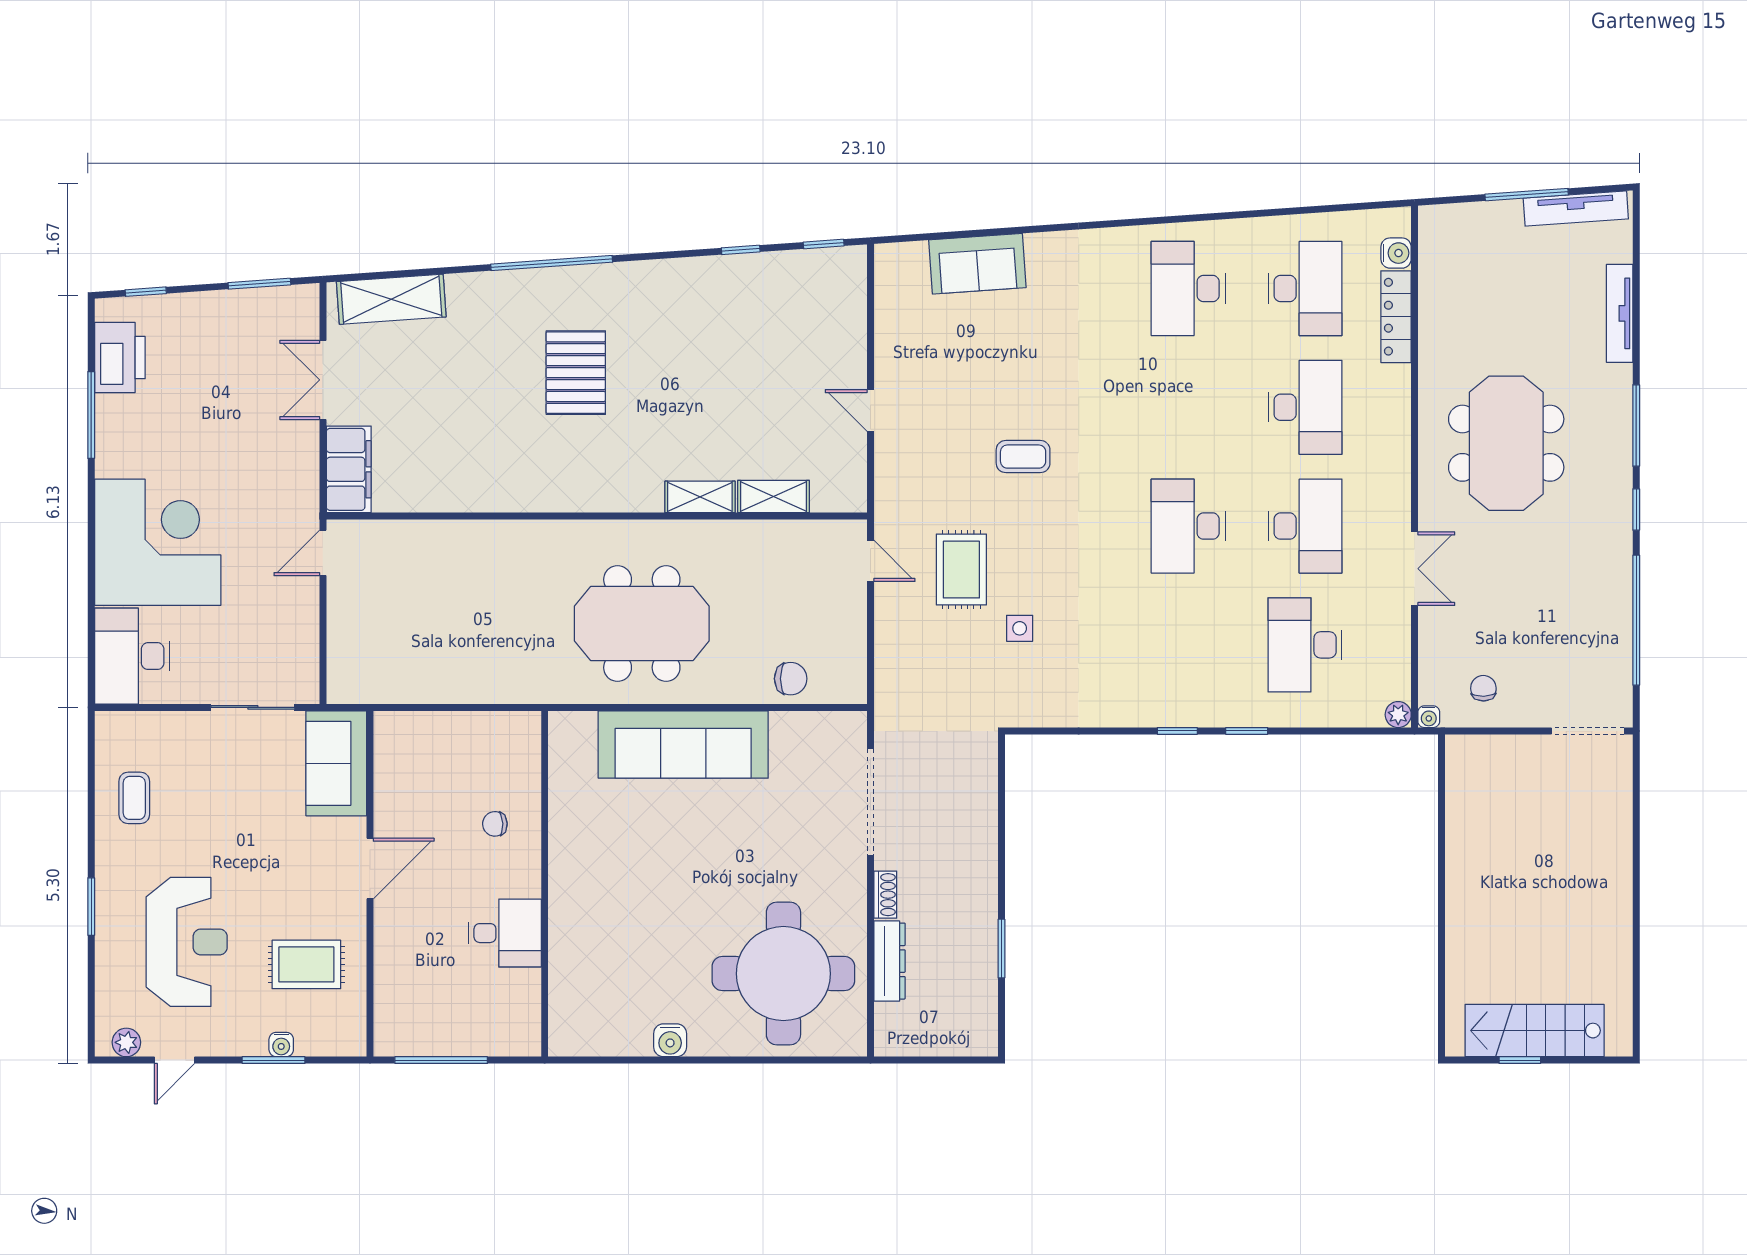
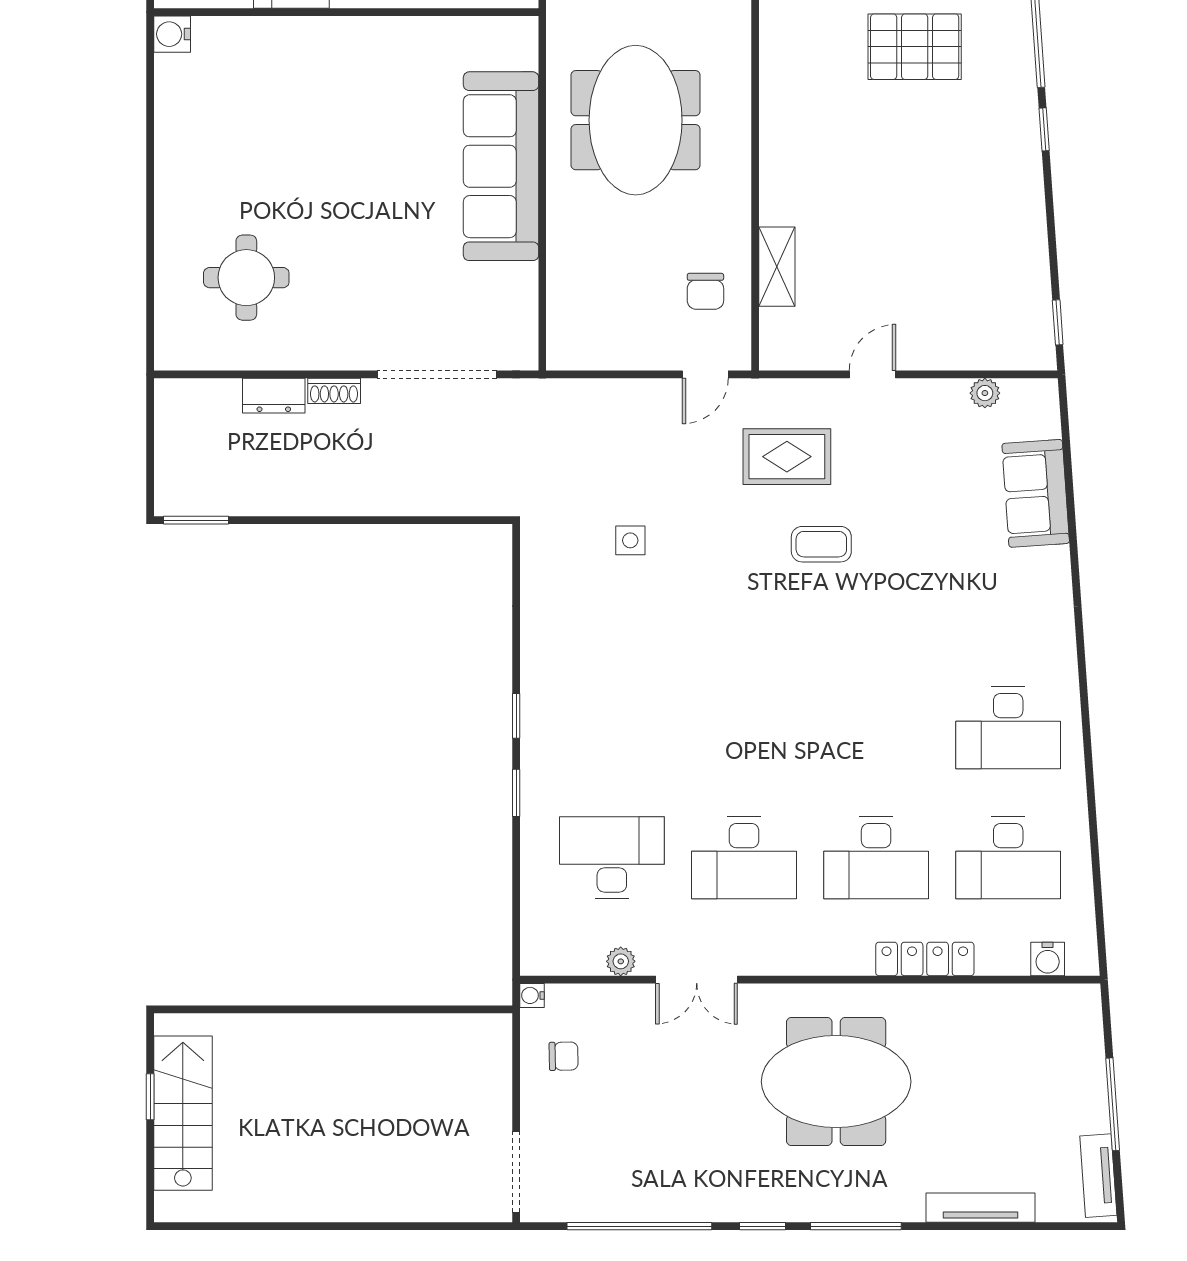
tv unit: (1576, 209) -> (1098, 1176), width x0.71
window: (741, 250) -> (1044, 129), moved
desk: (1188, 288) -> (1008, 728), turned 180
plant: (887, 309) -> (985, 393), added
locker: (1396, 317) -> (925, 959), moved
coffee table: (1023, 457) -> (821, 544), turned 90
shelving: (700, 497) -> (776, 185), removed
desk: (1188, 526) -> (744, 728), removed
rug: (961, 570) -> (787, 457), moved
chair: (791, 679) -> (705, 291), moved
plant: (1398, 715) -> (621, 961), moved
window: (1001, 949) -> (196, 520), moved
dresser: (889, 961) -> (274, 396), width x0.70
round table: (783, 974) -> (246, 278), width x0.54, depth x0.54
water cooler: (670, 1040) -> (172, 34), moved

